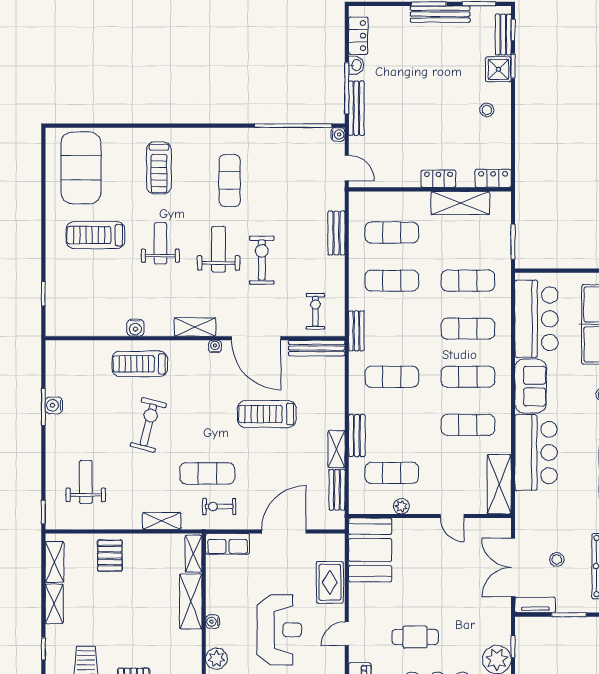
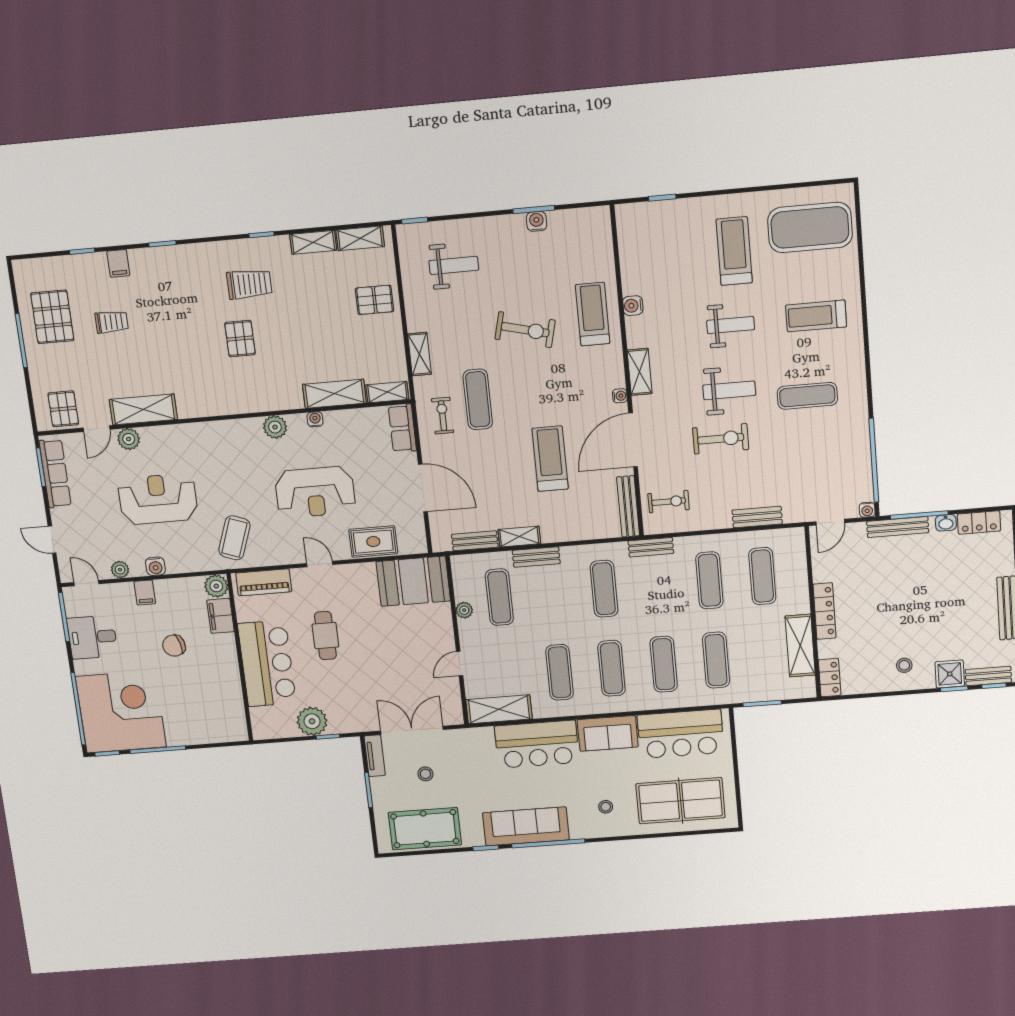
locker: (439, 179) -> (825, 611), width x1.53

